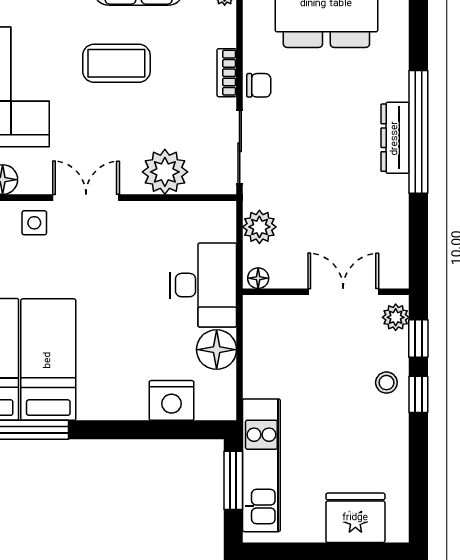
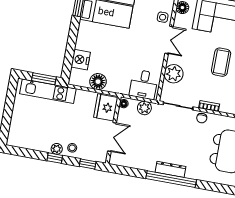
desk: (203, 285) -> (144, 84), moved, width x0.73
plant: (396, 317) -> (57, 149), moved
window: (418, 394) -> (55, 158), moved
fridge: (355, 518) -> (106, 107), moved, turned 180

